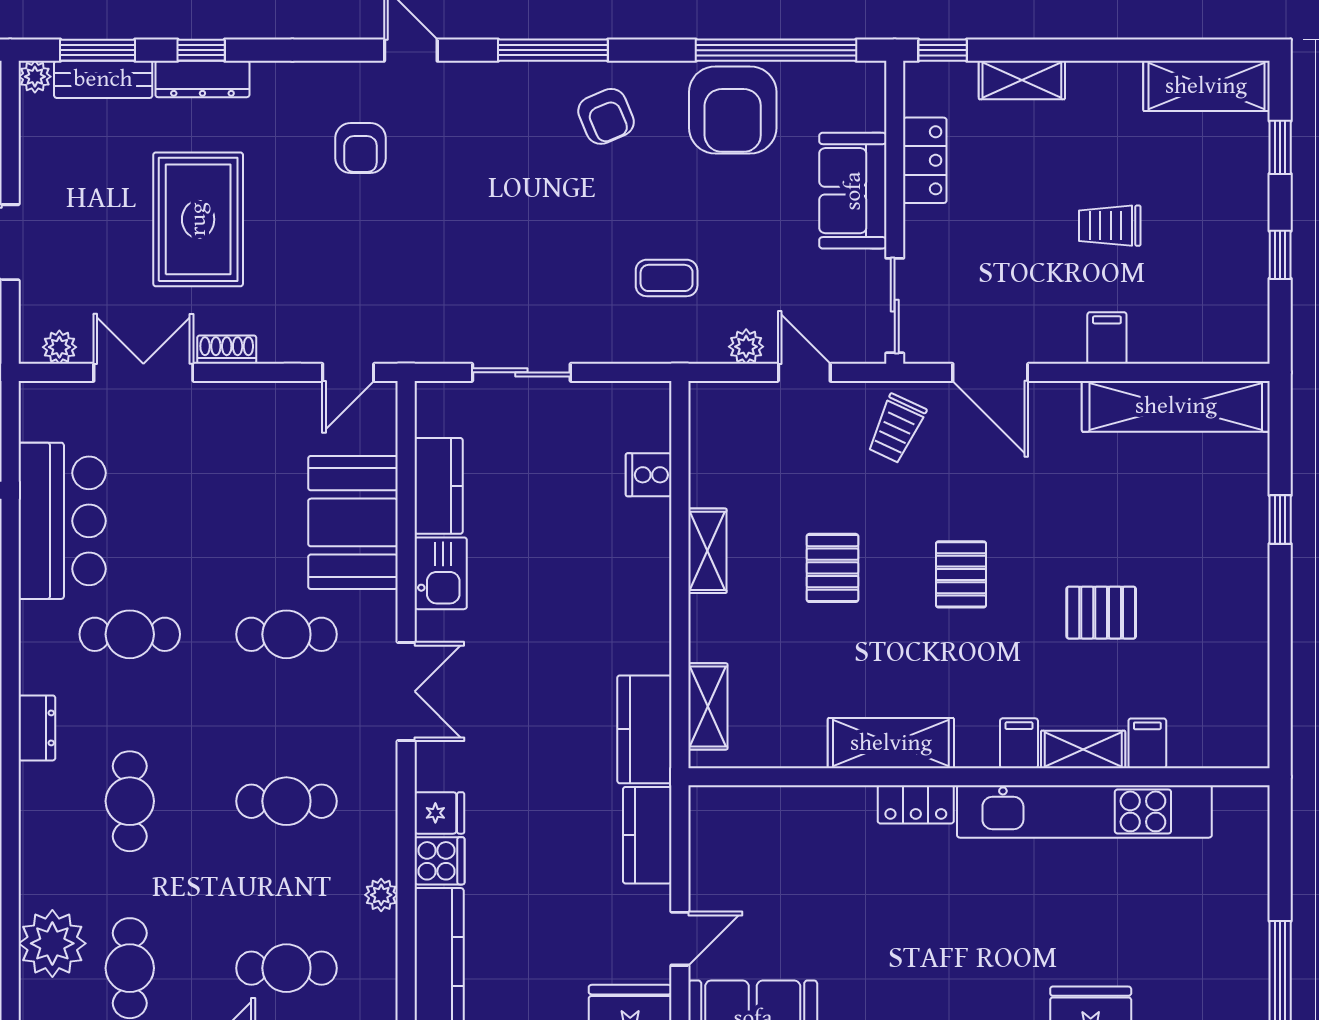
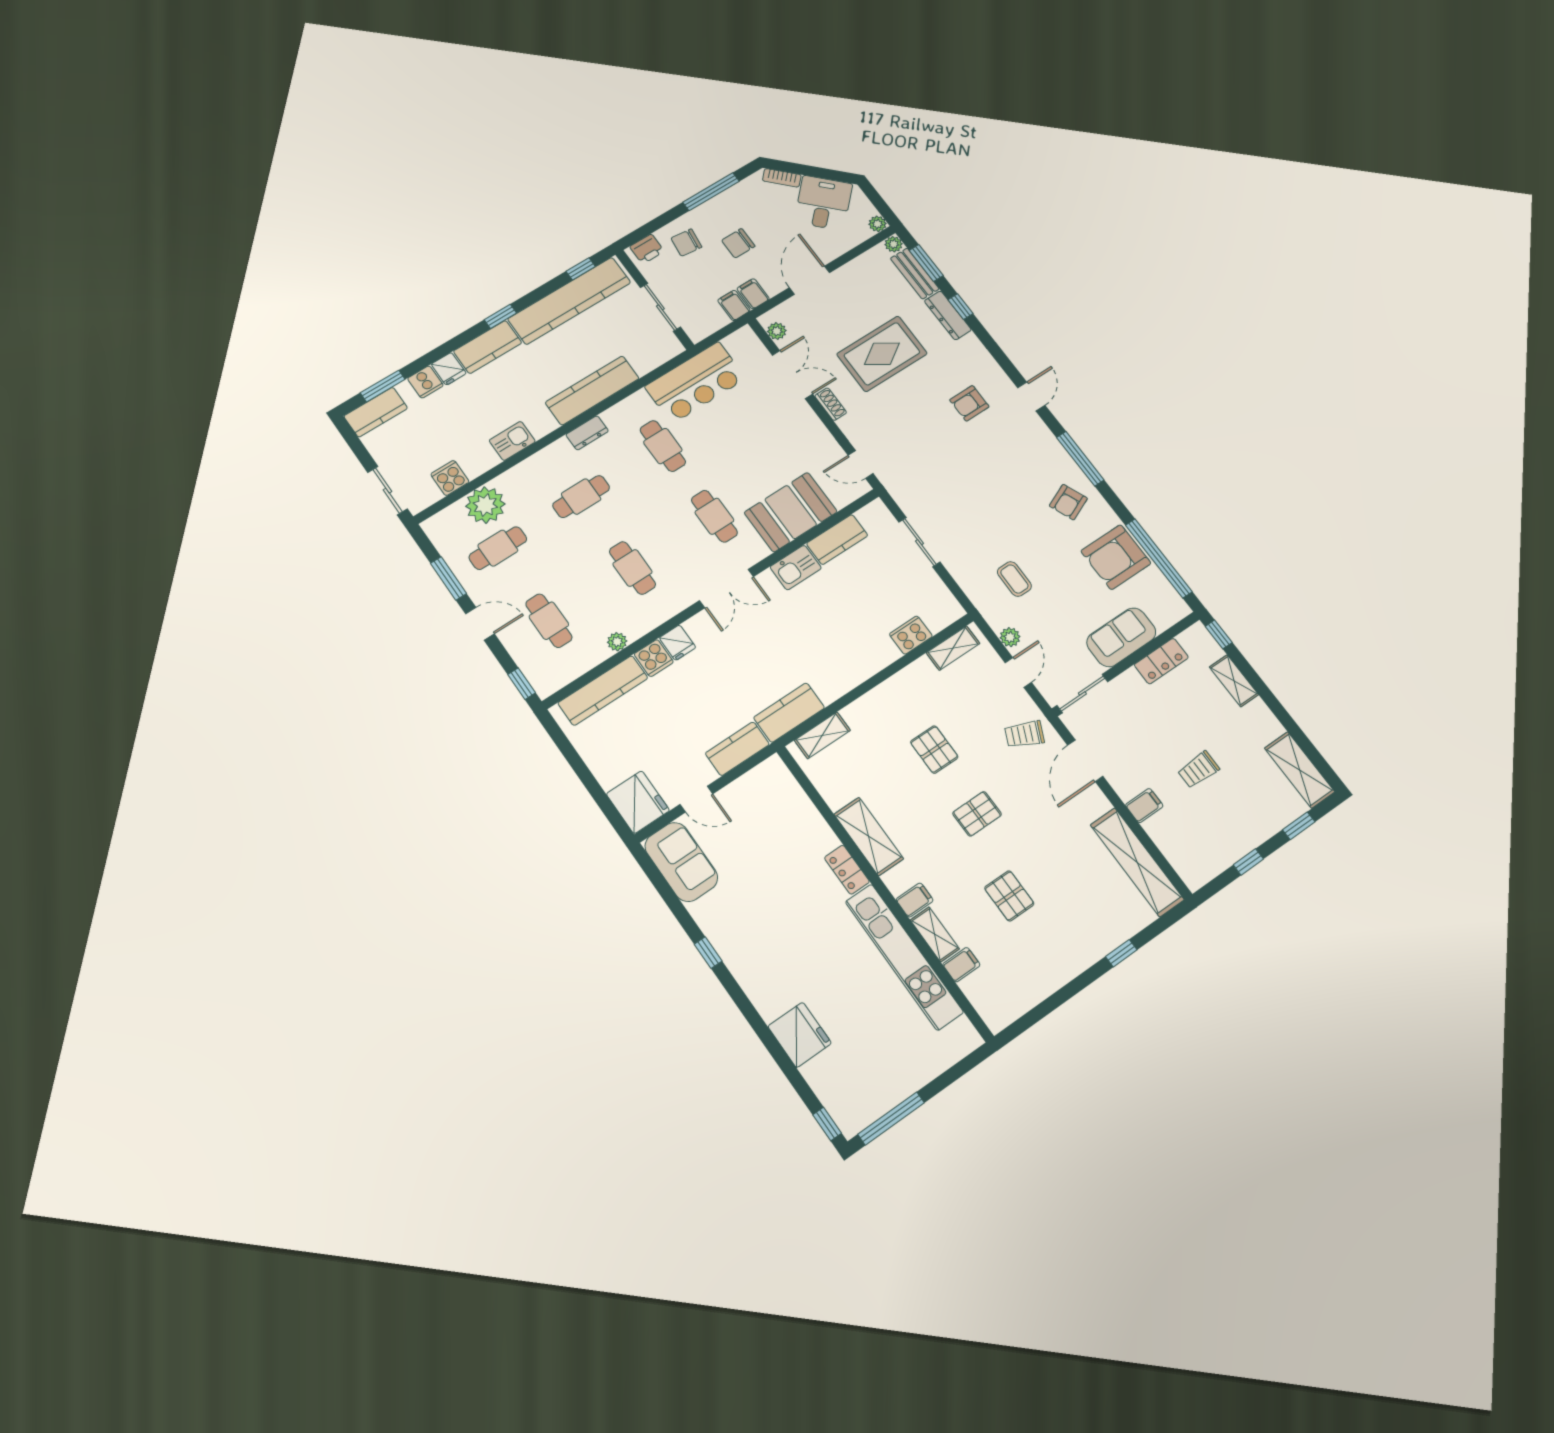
trolley: (1110, 226) -> (1198, 770), turned -90
cooker: (649, 475) -> (911, 635), width x1.36
shelving: (707, 551) -> (953, 648), moved
pallet: (833, 568) -> (934, 750), turned 90

